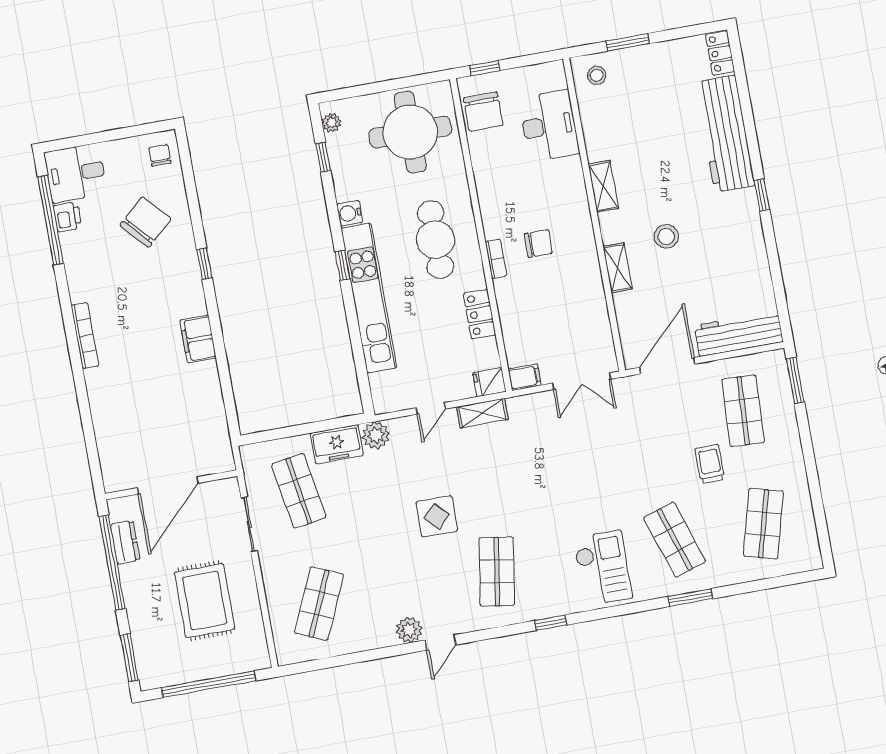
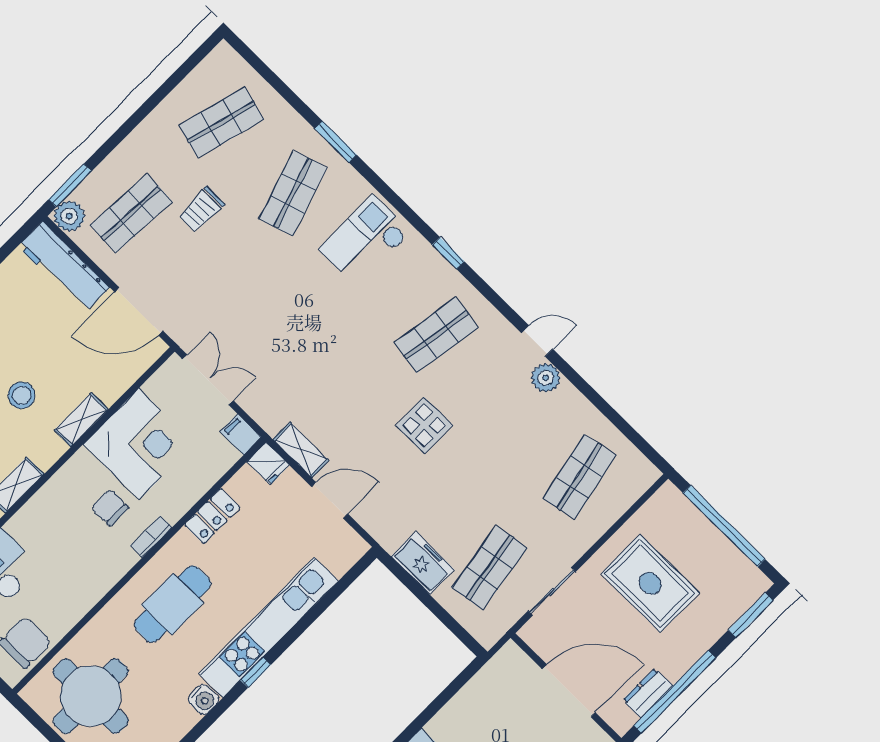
corner desk: (570, 297) -> (139, 444), added
door: (431, 408) -> (330, 500), width x1.38
plant: (376, 435) -> (69, 216), moved
rug: (205, 601) -> (650, 583), turned 90
shop shelf: (319, 604) -> (579, 477), turned -36

